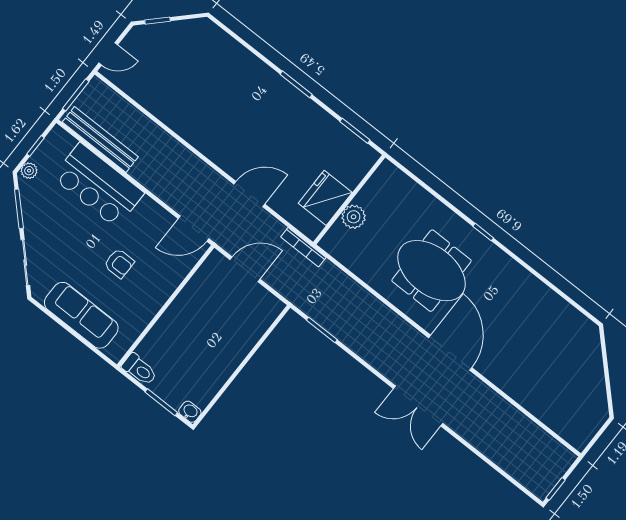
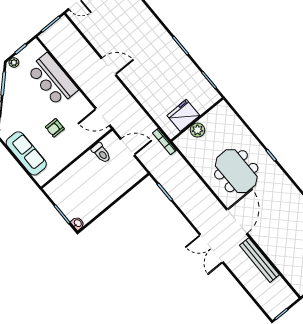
bench: (100, 139) -> (259, 260), moved
door: (249, 194) -> (109, 67), moved
armchair: (119, 263) -> (55, 128), turned 90
toilet: (140, 369) -> (101, 153), moved

